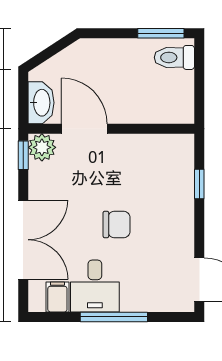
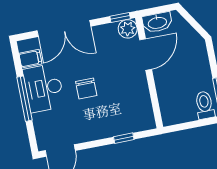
desk: (95, 286) -> (44, 88), width x1.37

